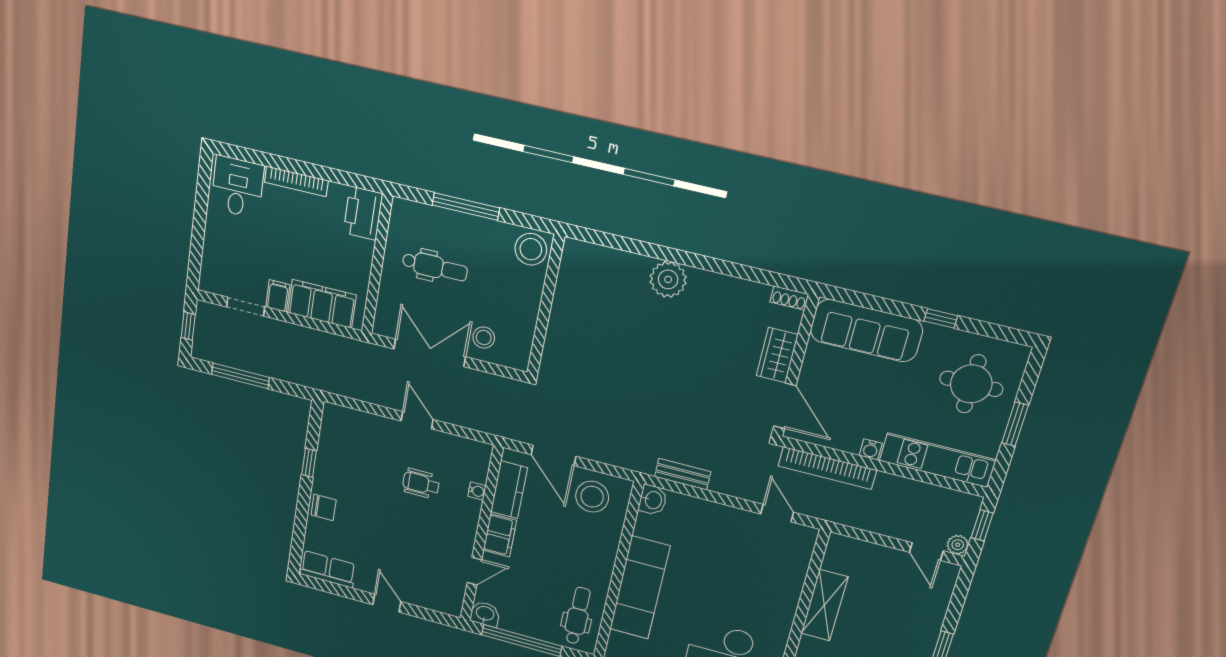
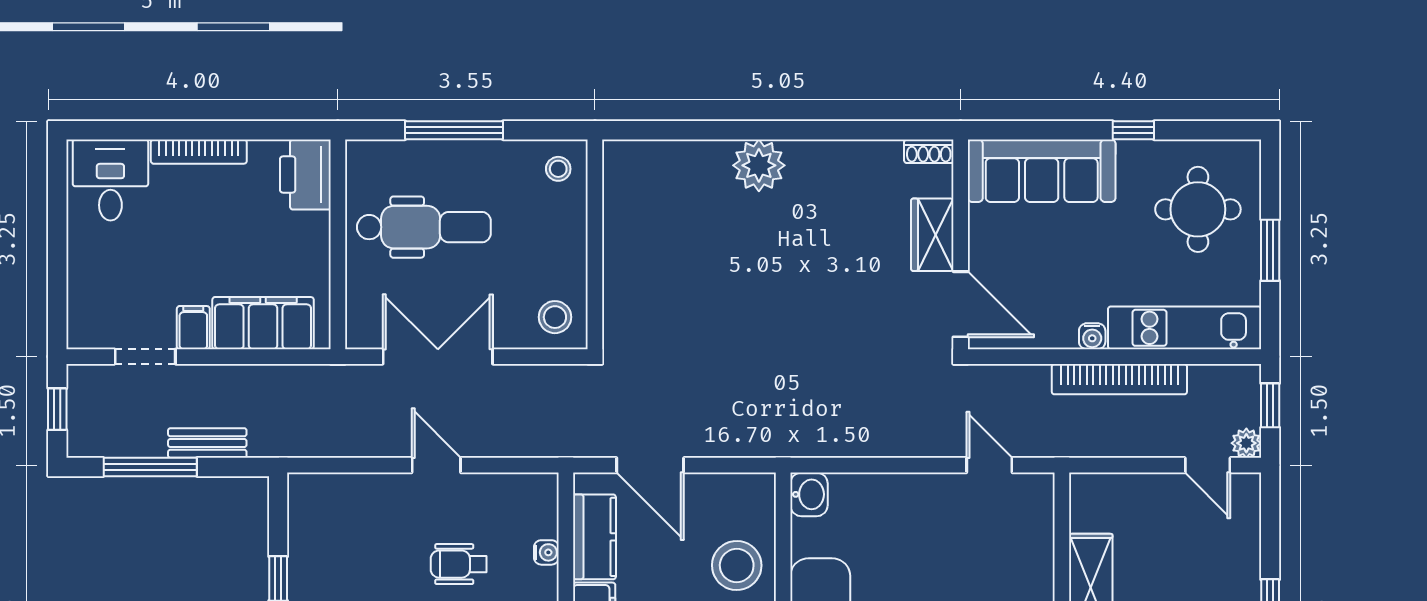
stool: (531, 249) -> (558, 169), width x0.53, depth x0.53
dental chair: (435, 267) -> (424, 227), width x1.36, depth x1.38
stool: (484, 338) -> (555, 317), moved
bookcase: (827, 468) -> (1119, 379), moved
bench: (683, 474) -> (207, 443), moved
stool: (592, 497) -> (737, 565), moved

